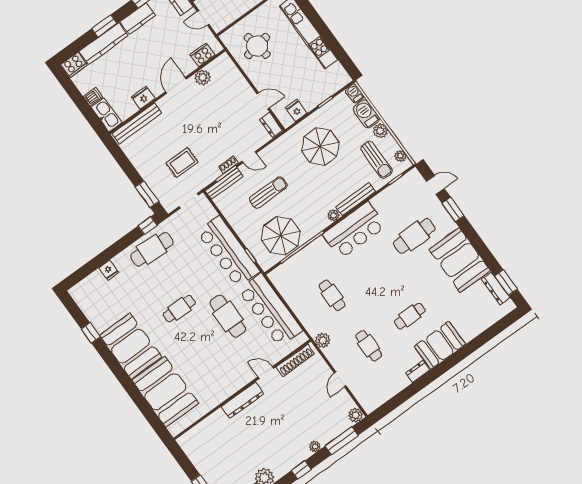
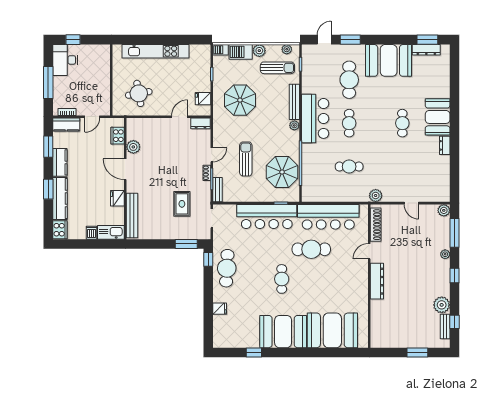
bench: (224, 184) -> (218, 190), width x0.73
cafe table: (369, 346) -> (349, 123), moved, turned 90

